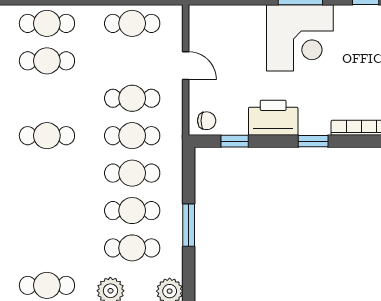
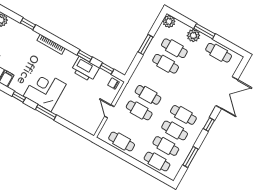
corner desk: (300, 38) -> (45, 90), moved
window: (313, 141) -> (85, 56), moved
cafe table: (132, 173) -> (175, 130), moved

